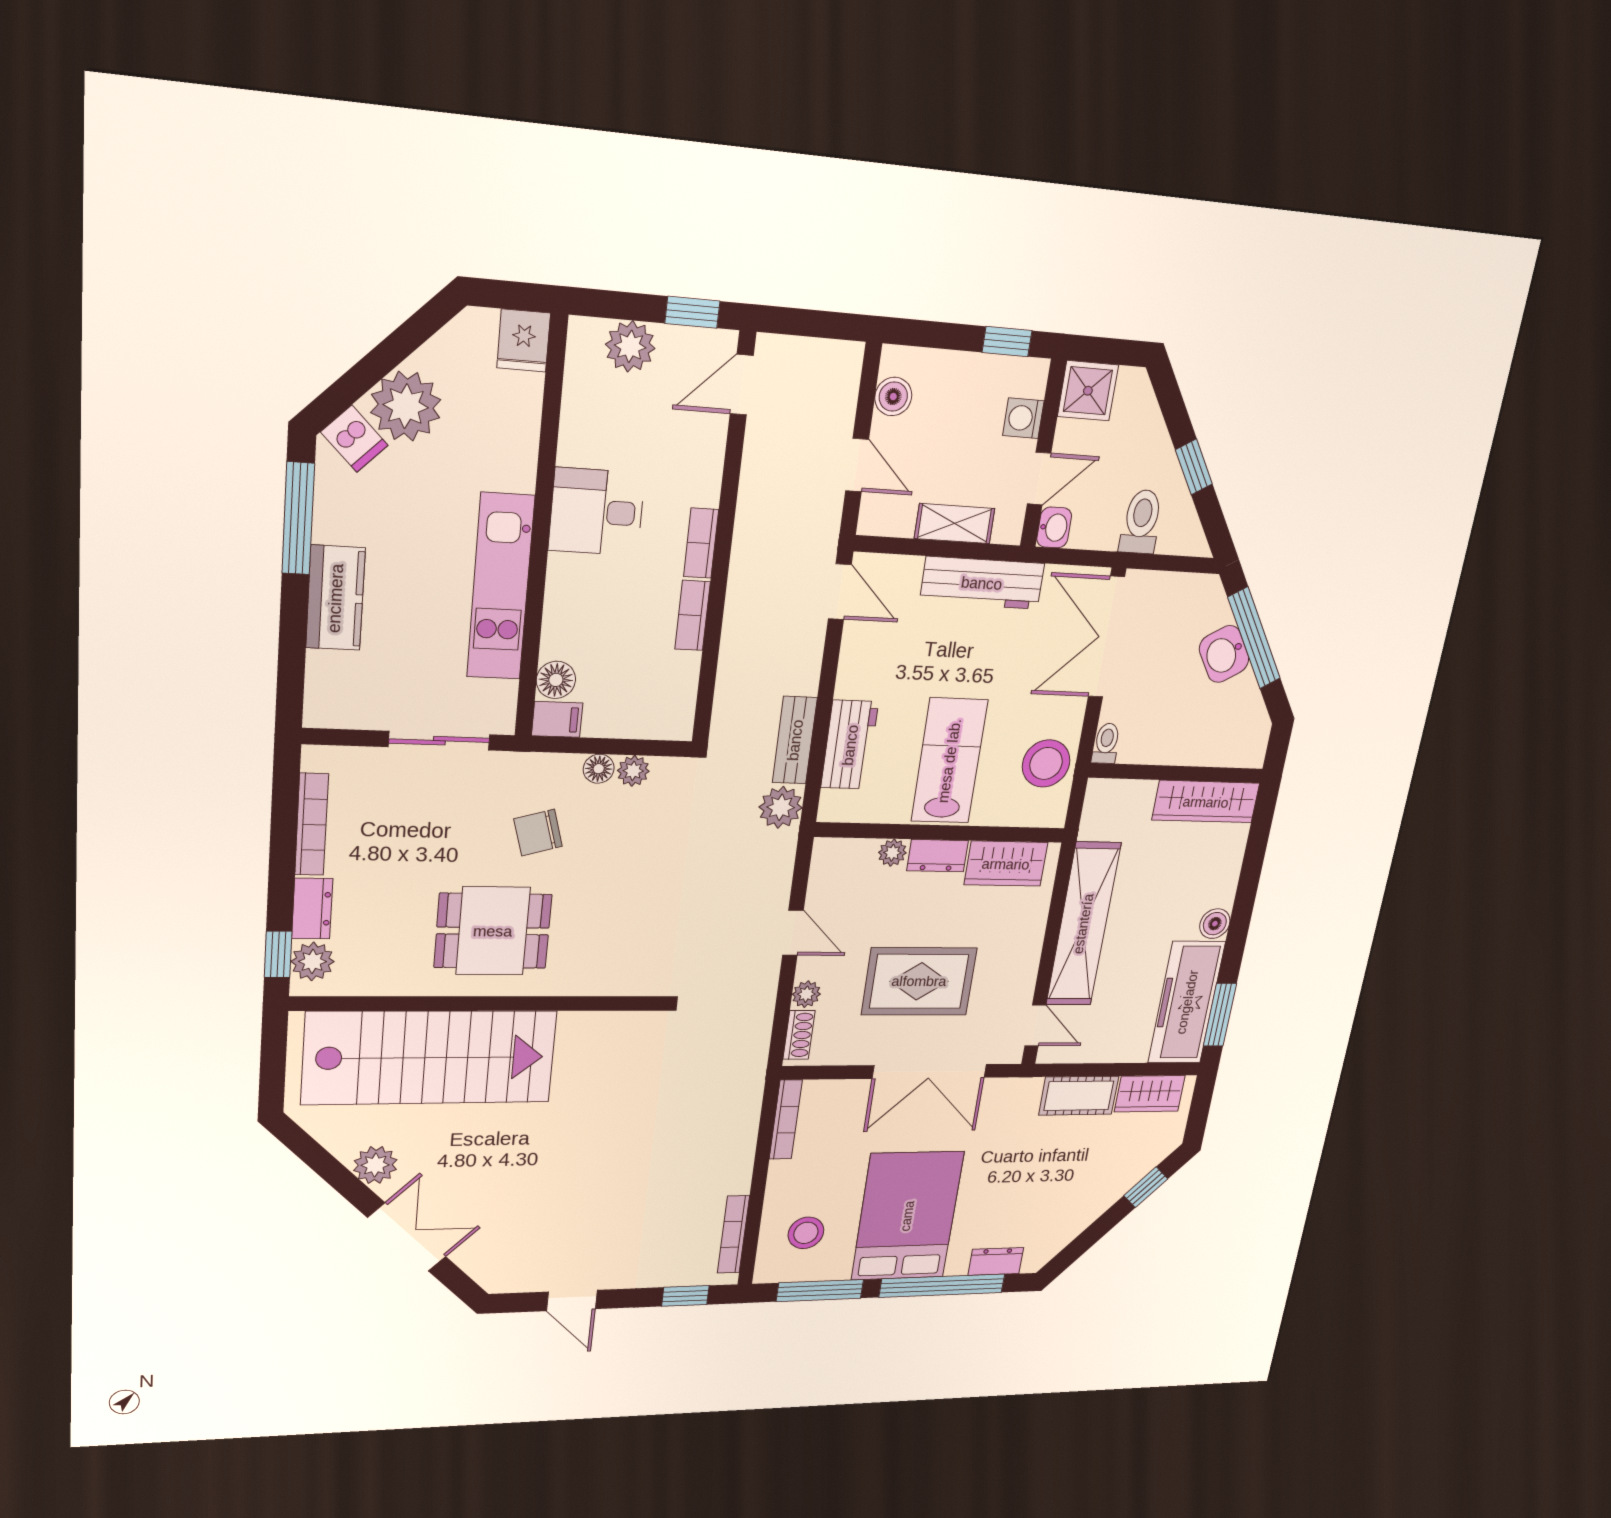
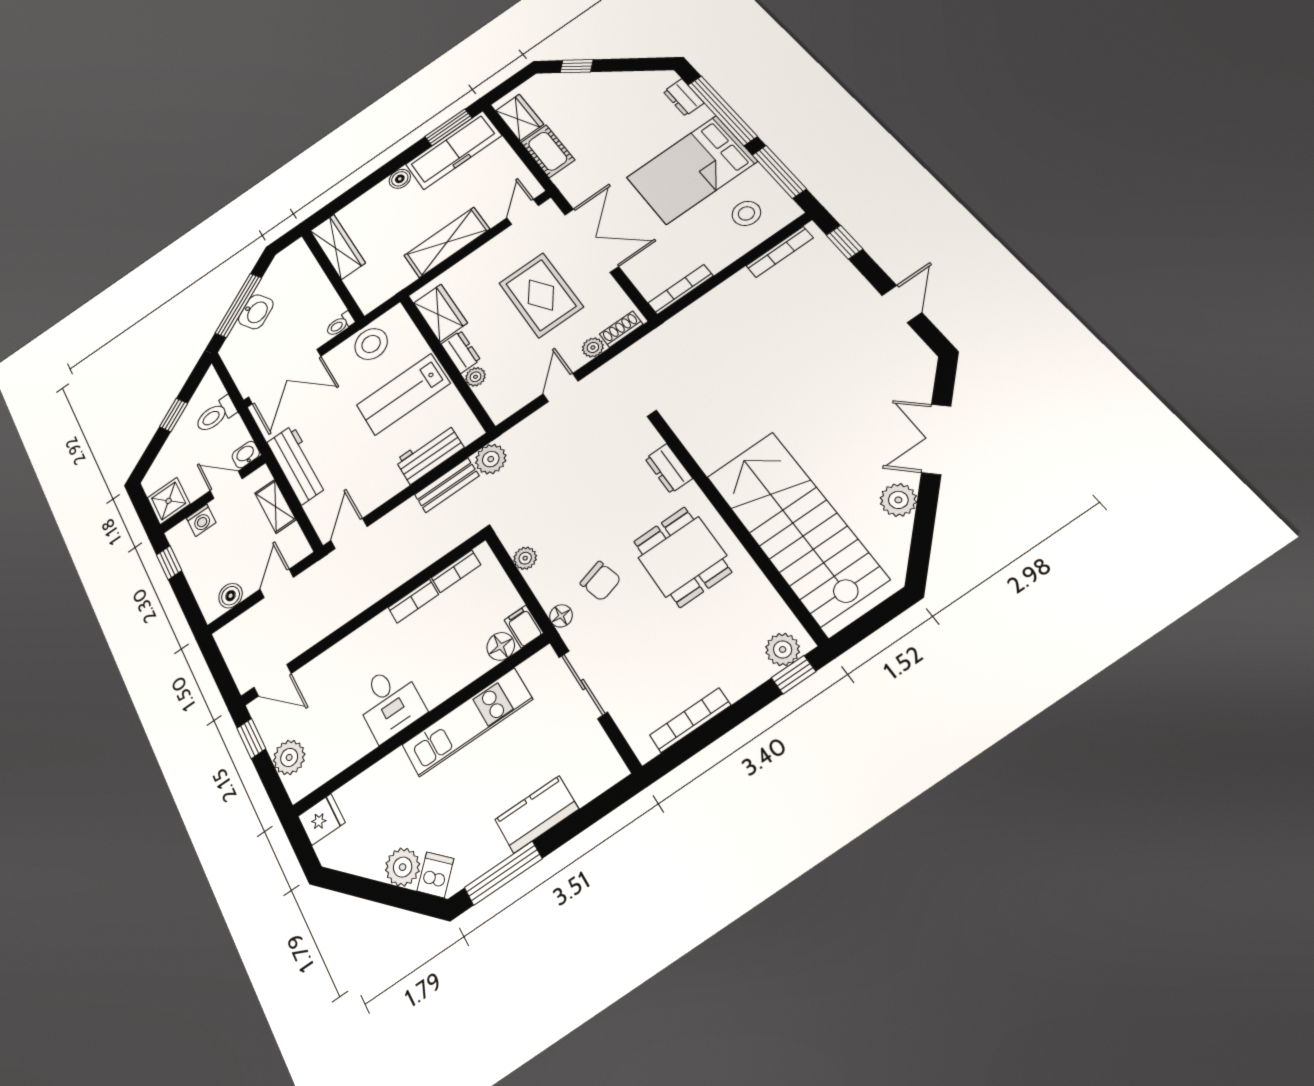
plant: (406, 406) -> (403, 867), width x0.73, depth x0.73
bookcase: (701, 543) -> (456, 571), moved
floor lamp: (599, 769) -> (561, 616), moved
dresser: (312, 909) -> (669, 468), moved, turned -90
shelving: (1083, 924) -> (447, 242), width x0.68

